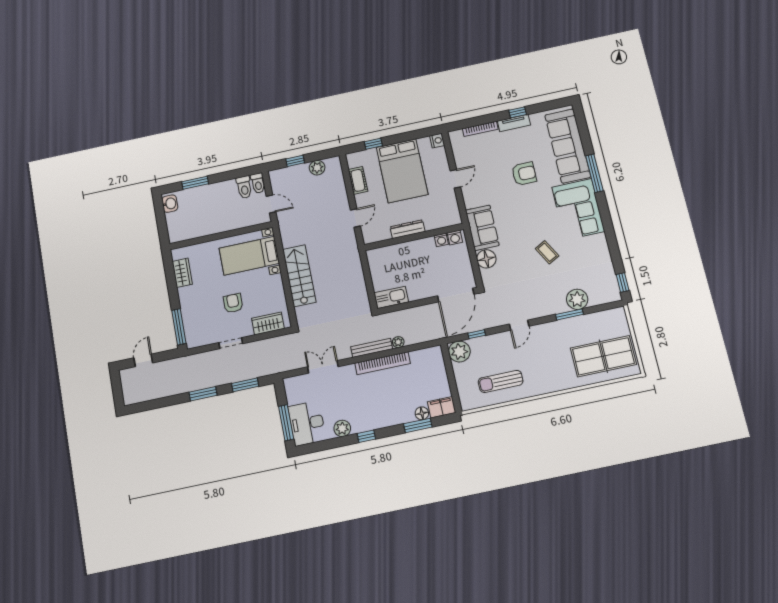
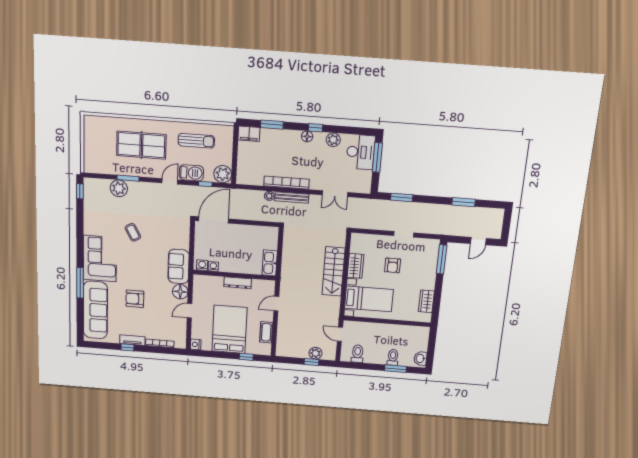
plant: (317, 168) -> (315, 353), moved
toilet: (258, 183) -> (393, 357), moved
floor lamp: (486, 259) -> (180, 292), moved
kitchen sink: (391, 297) -> (270, 263), moved, turned 90
wardrobe: (268, 323) -> (355, 266), moved, turned -90
barbecue: (496, 342) -> (191, 173), added
table tennis table: (603, 356) -> (141, 145), moved
window: (203, 394) -> (464, 202), moved
floor lamp: (422, 413) -> (307, 136), moved

